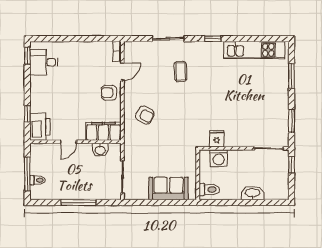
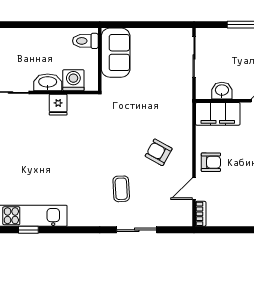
window: (213, 39) -> (28, 230), moved
armchair: (145, 115) -> (159, 152), moved
fridge: (217, 139) -> (58, 105), moved
sofa: (169, 189) -> (116, 53), moved, turned -90
washbasin: (253, 193) -> (48, 82), moved, turned 180

